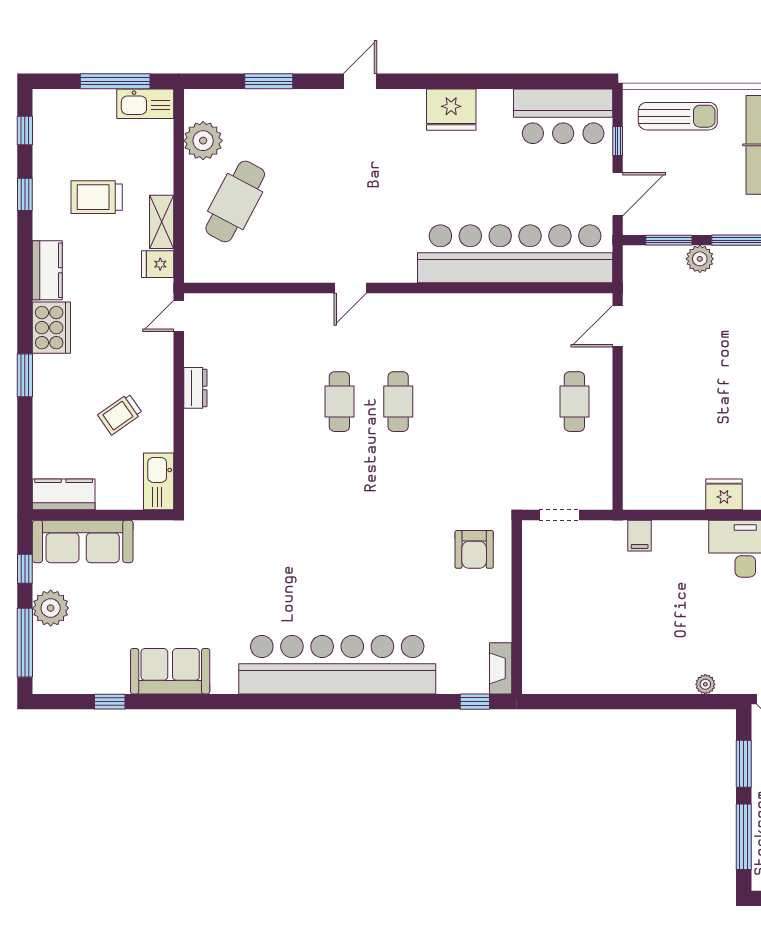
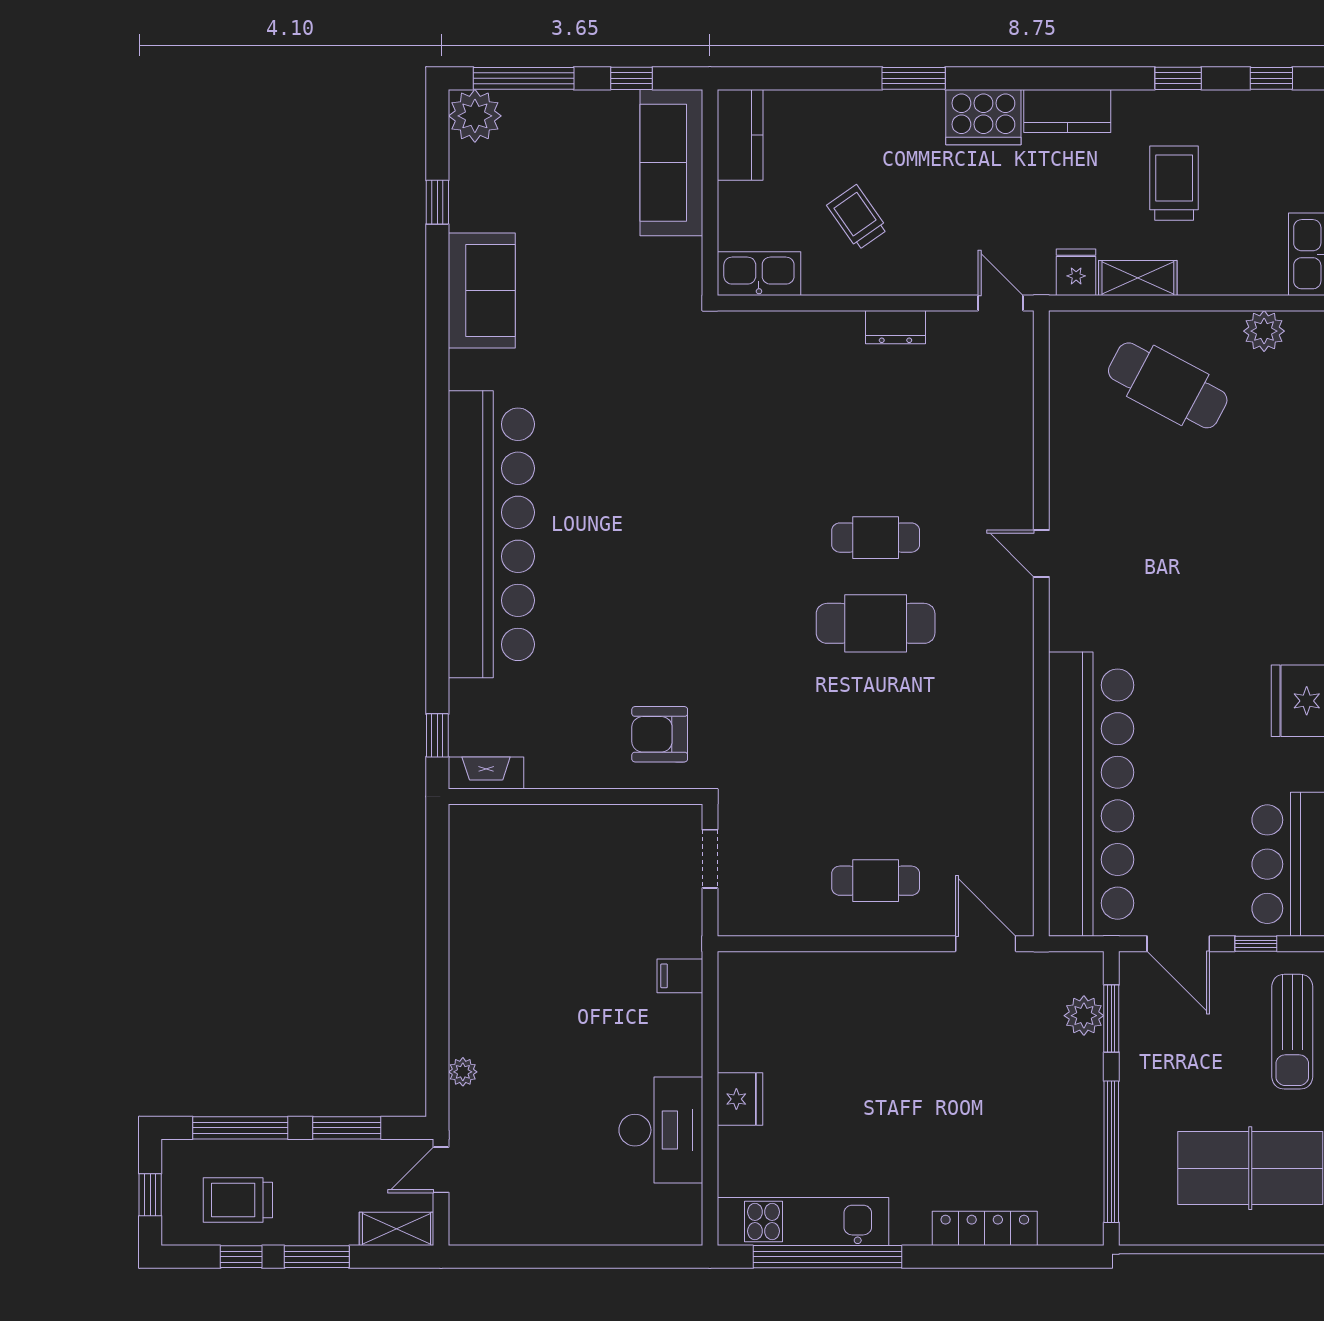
plant: (203, 141) -> (1264, 331), width x0.73, depth x0.73
plant: (700, 259) -> (1084, 1016), moved
cafe table: (398, 402) -> (876, 623), width x1.37, depth x1.35
plant: (51, 608) -> (475, 116), moved

